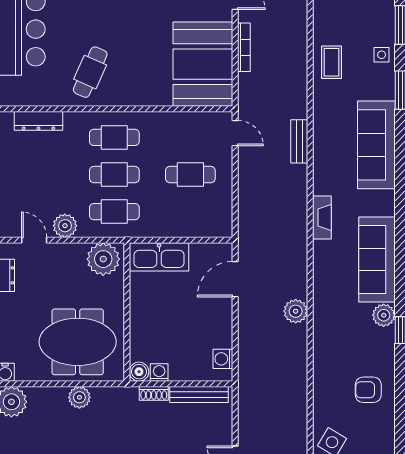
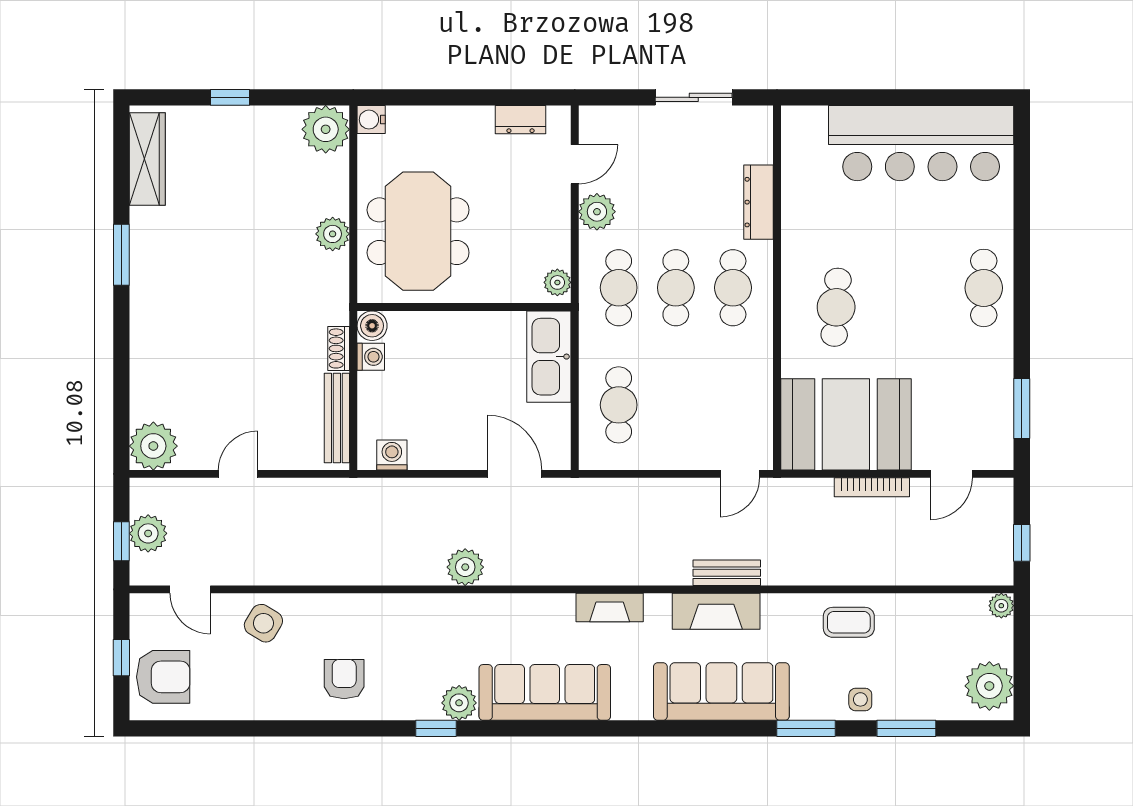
cafe table: (90, 72) -> (836, 307), moved, turned 70
dresser: (38, 121) -> (758, 202), moved
fireplace: (324, 148) -> (716, 611), added
cafe table: (190, 175) -> (619, 405), moved
plant: (103, 259) -> (557, 282), width x0.53, depth x0.53

